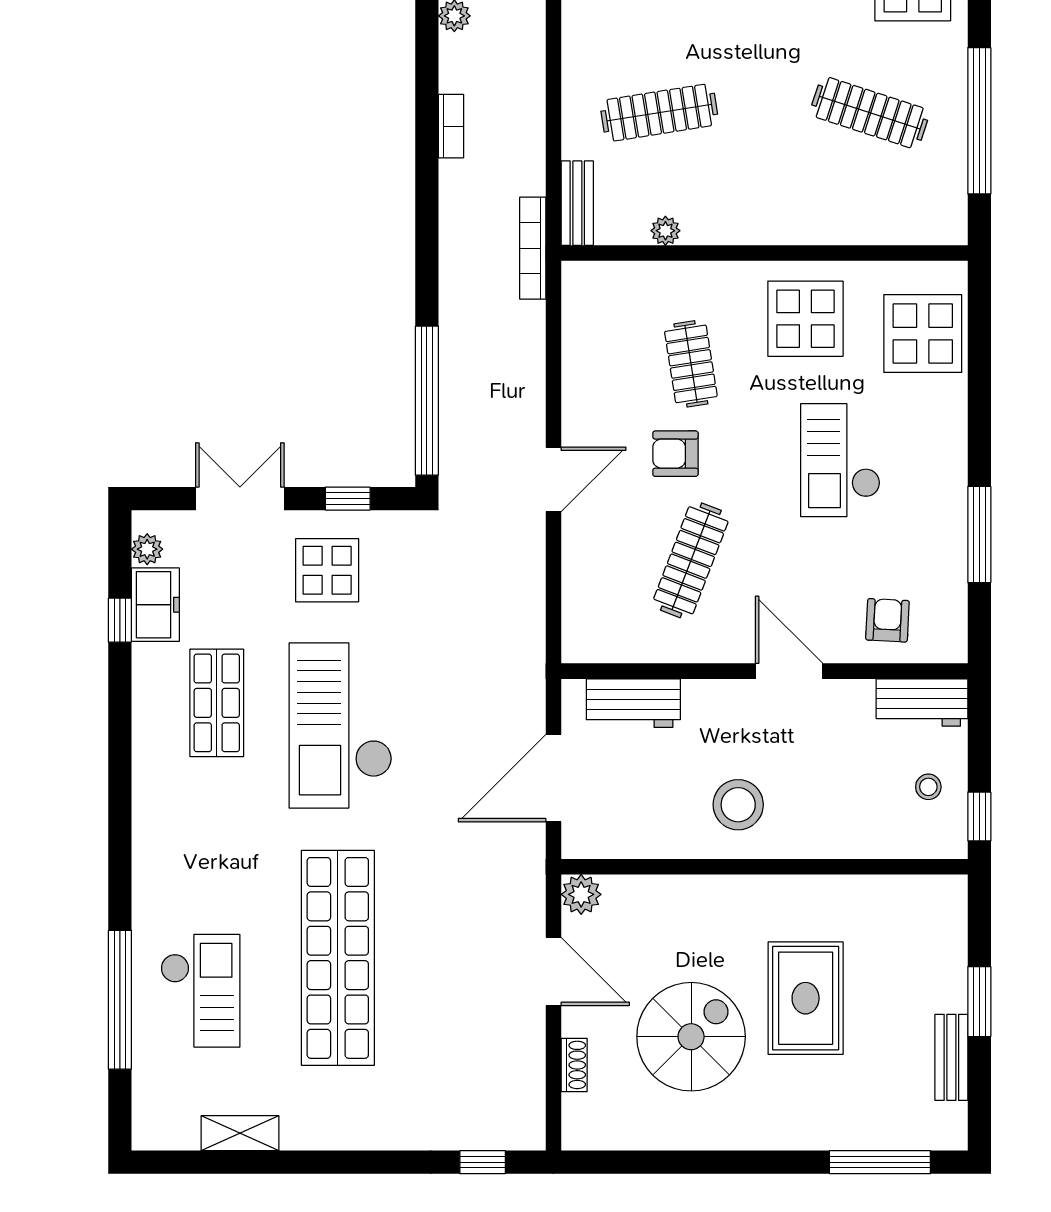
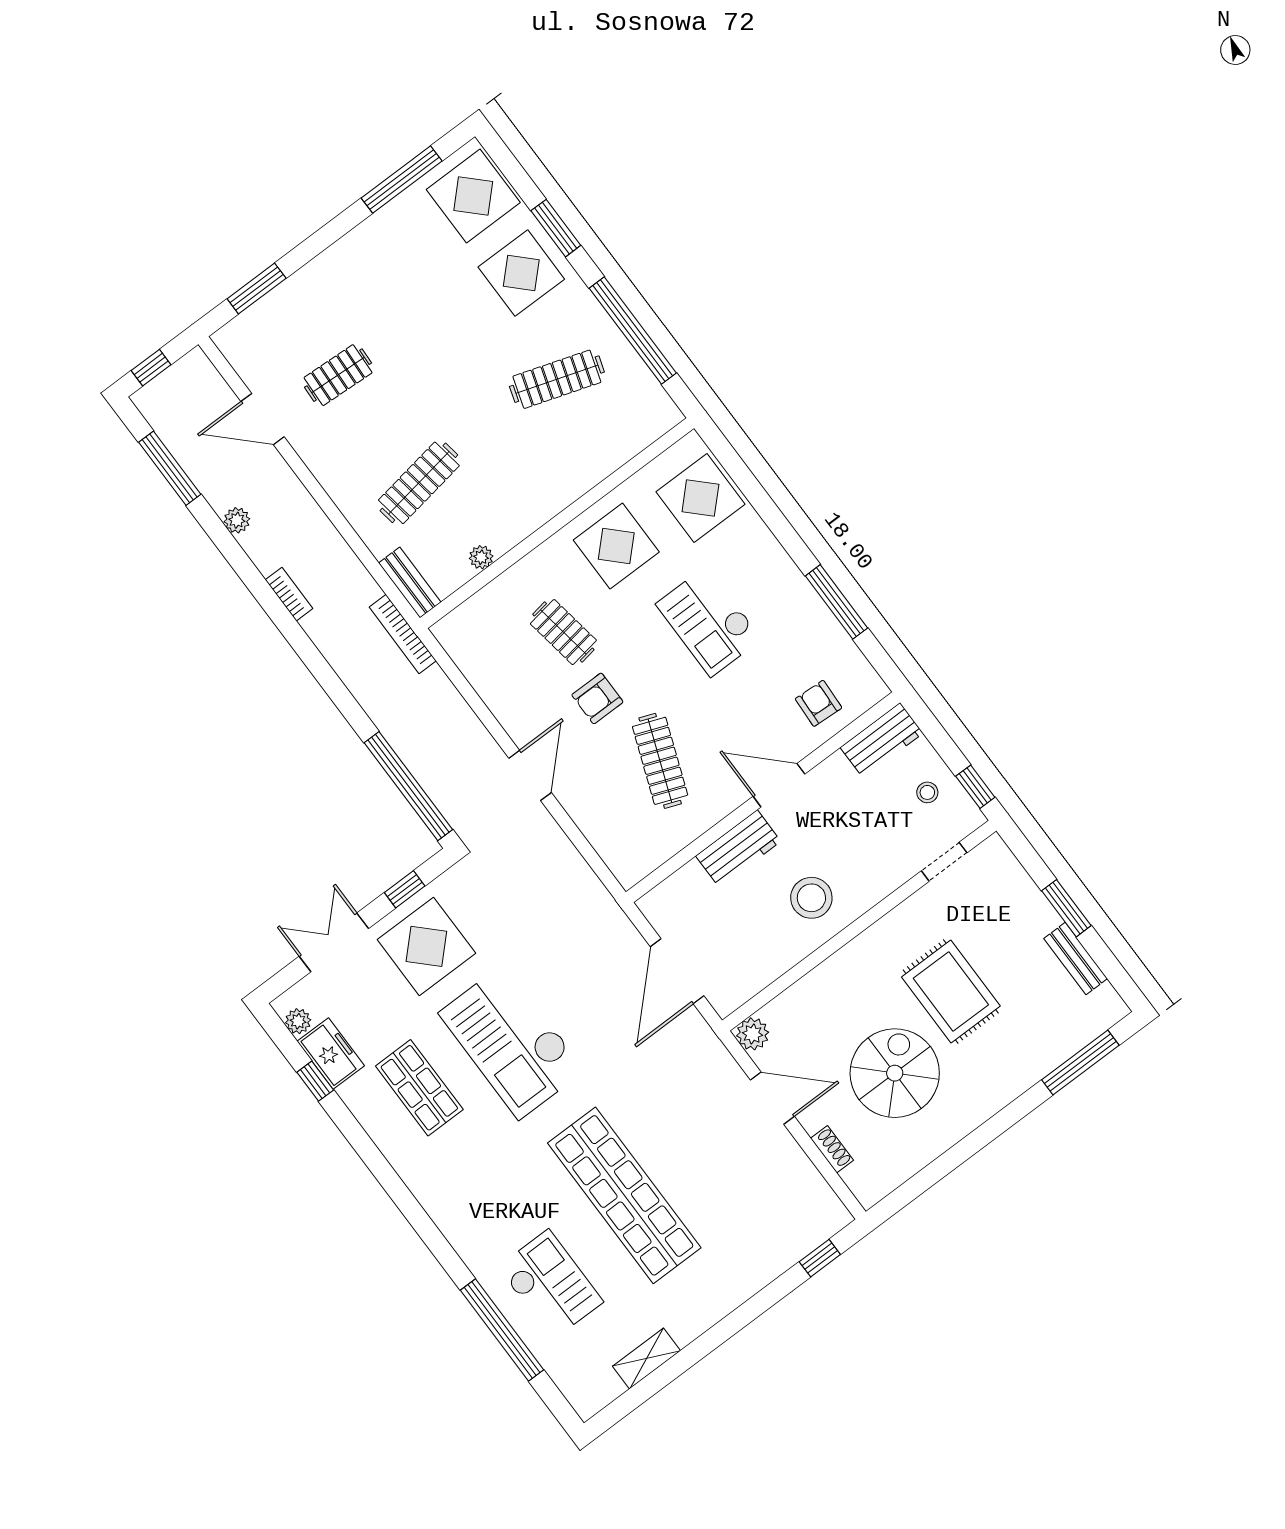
display table: (327, 570) -> (426, 946), width x1.36, depth x1.36
workbench: (633, 703) -> (738, 849), moved
doorway: (894, 867) -> (944, 862), added

